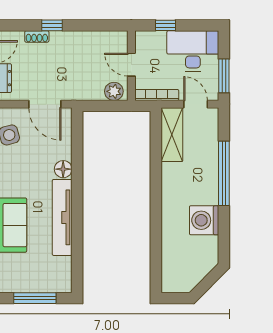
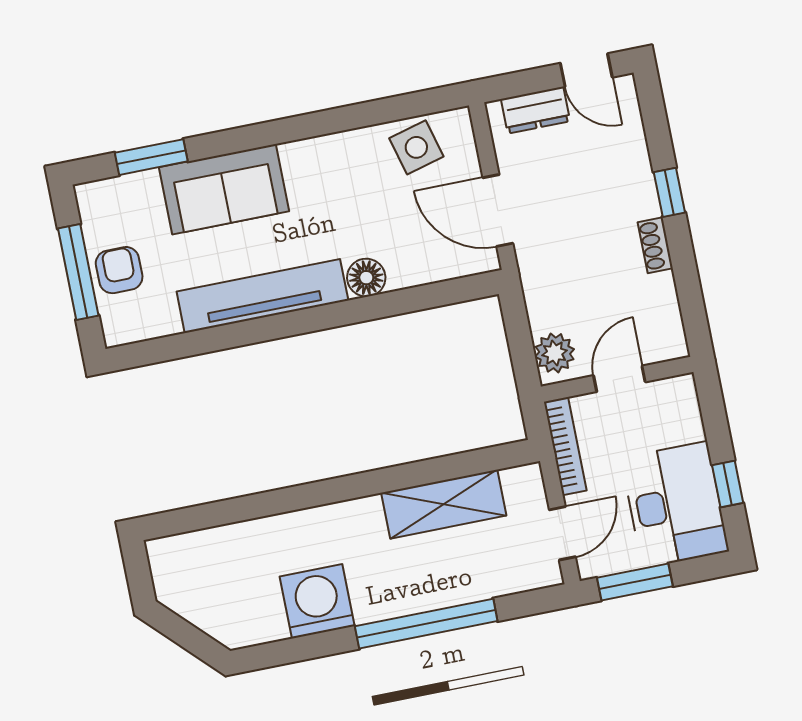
window: (165, 25) -> (728, 484), moved
shoe rack: (37, 36) -> (655, 245), moved
door: (45, 104) -> (498, 211), hinge flipped
shelving: (172, 135) -> (444, 504), moved
armchair: (38, 279) -> (119, 270), added

